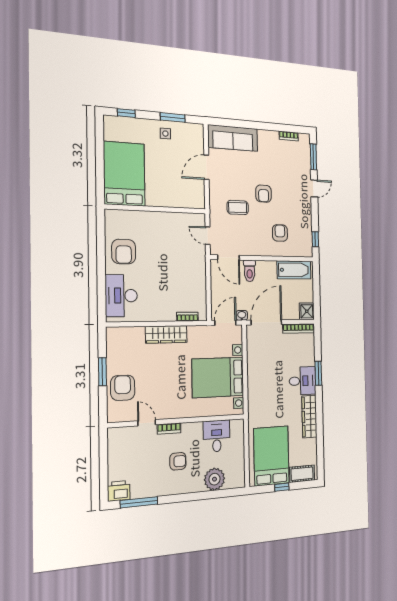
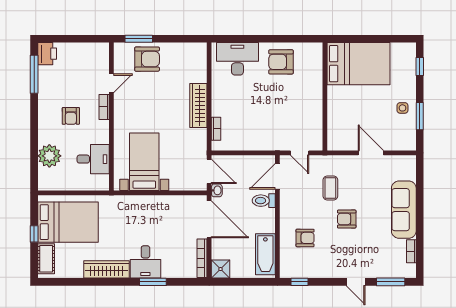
sofa: (233, 138) -> (404, 210), moved
door: (208, 236) -> (300, 153), swing flipped
window: (102, 372) -> (139, 39), moved
bed with nightstands: (218, 377) -> (144, 162), width x0.73

